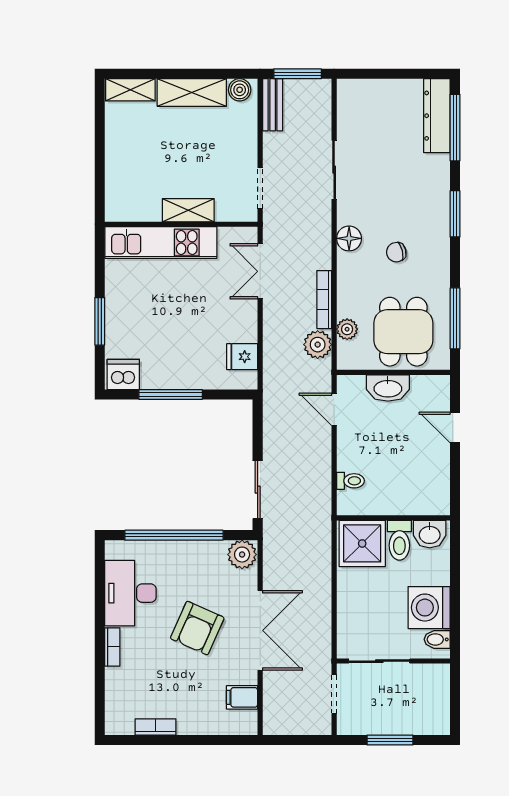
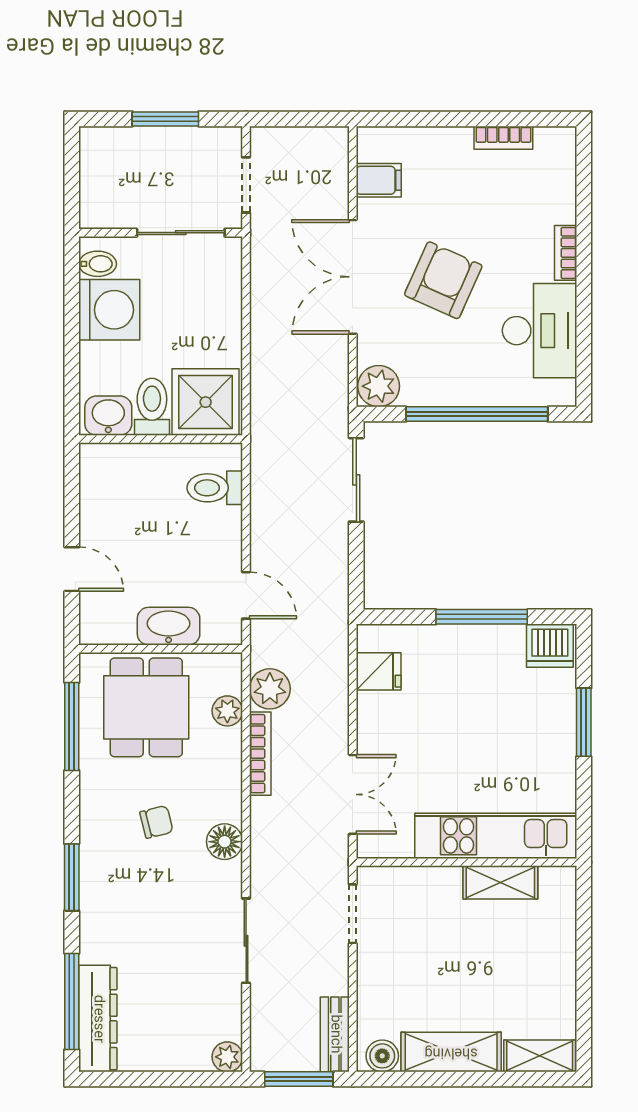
plant: (347, 89) -> (227, 1057), added
shelving: (188, 210) -> (500, 882), moved
toilet: (350, 481) -> (215, 488), width x1.37, depth x1.39

